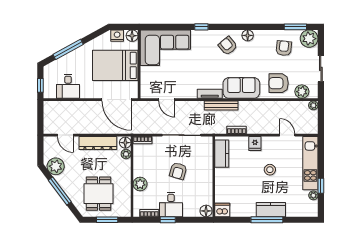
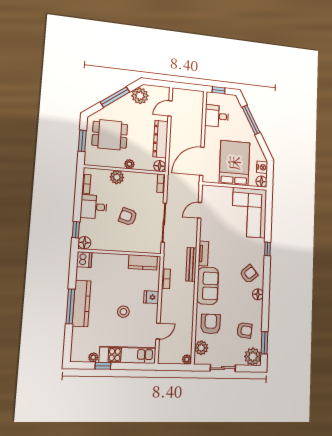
plant: (126, 154) -> (129, 164), moved
kitchen counter: (271, 210) -> (82, 303), width x1.50
window: (168, 220) -> (76, 230), moved

